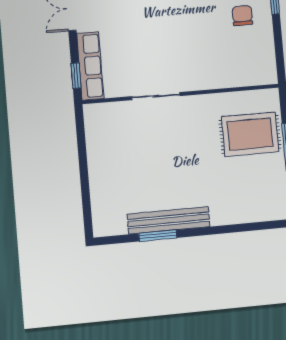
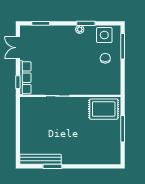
rug: (250, 134) -> (104, 109), moved
bench: (169, 220) -> (40, 159), moved

